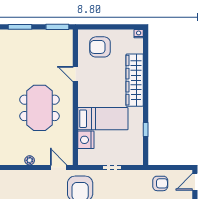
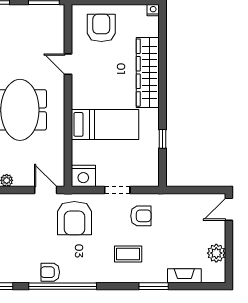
armchair: (100, 47) -> (101, 28), turned 90
nightstand: (86, 140) -> (83, 176), moved, turned -90
armchair: (160, 183) -> (141, 216), moved

